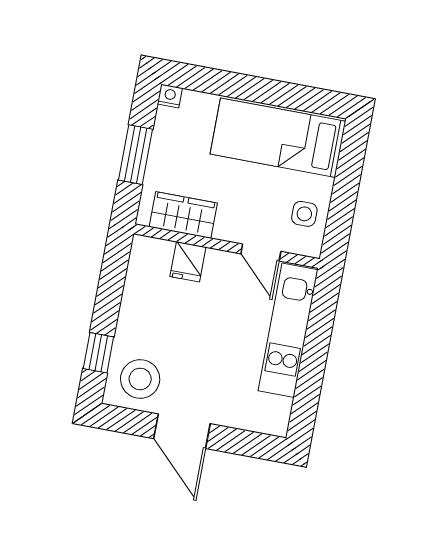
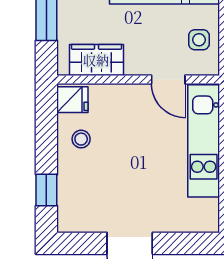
fridge: (188, 262) -> (72, 100), moved, turned -90
stool: (140, 379) -> (81, 139), moved, width x0.53, depth x0.53

